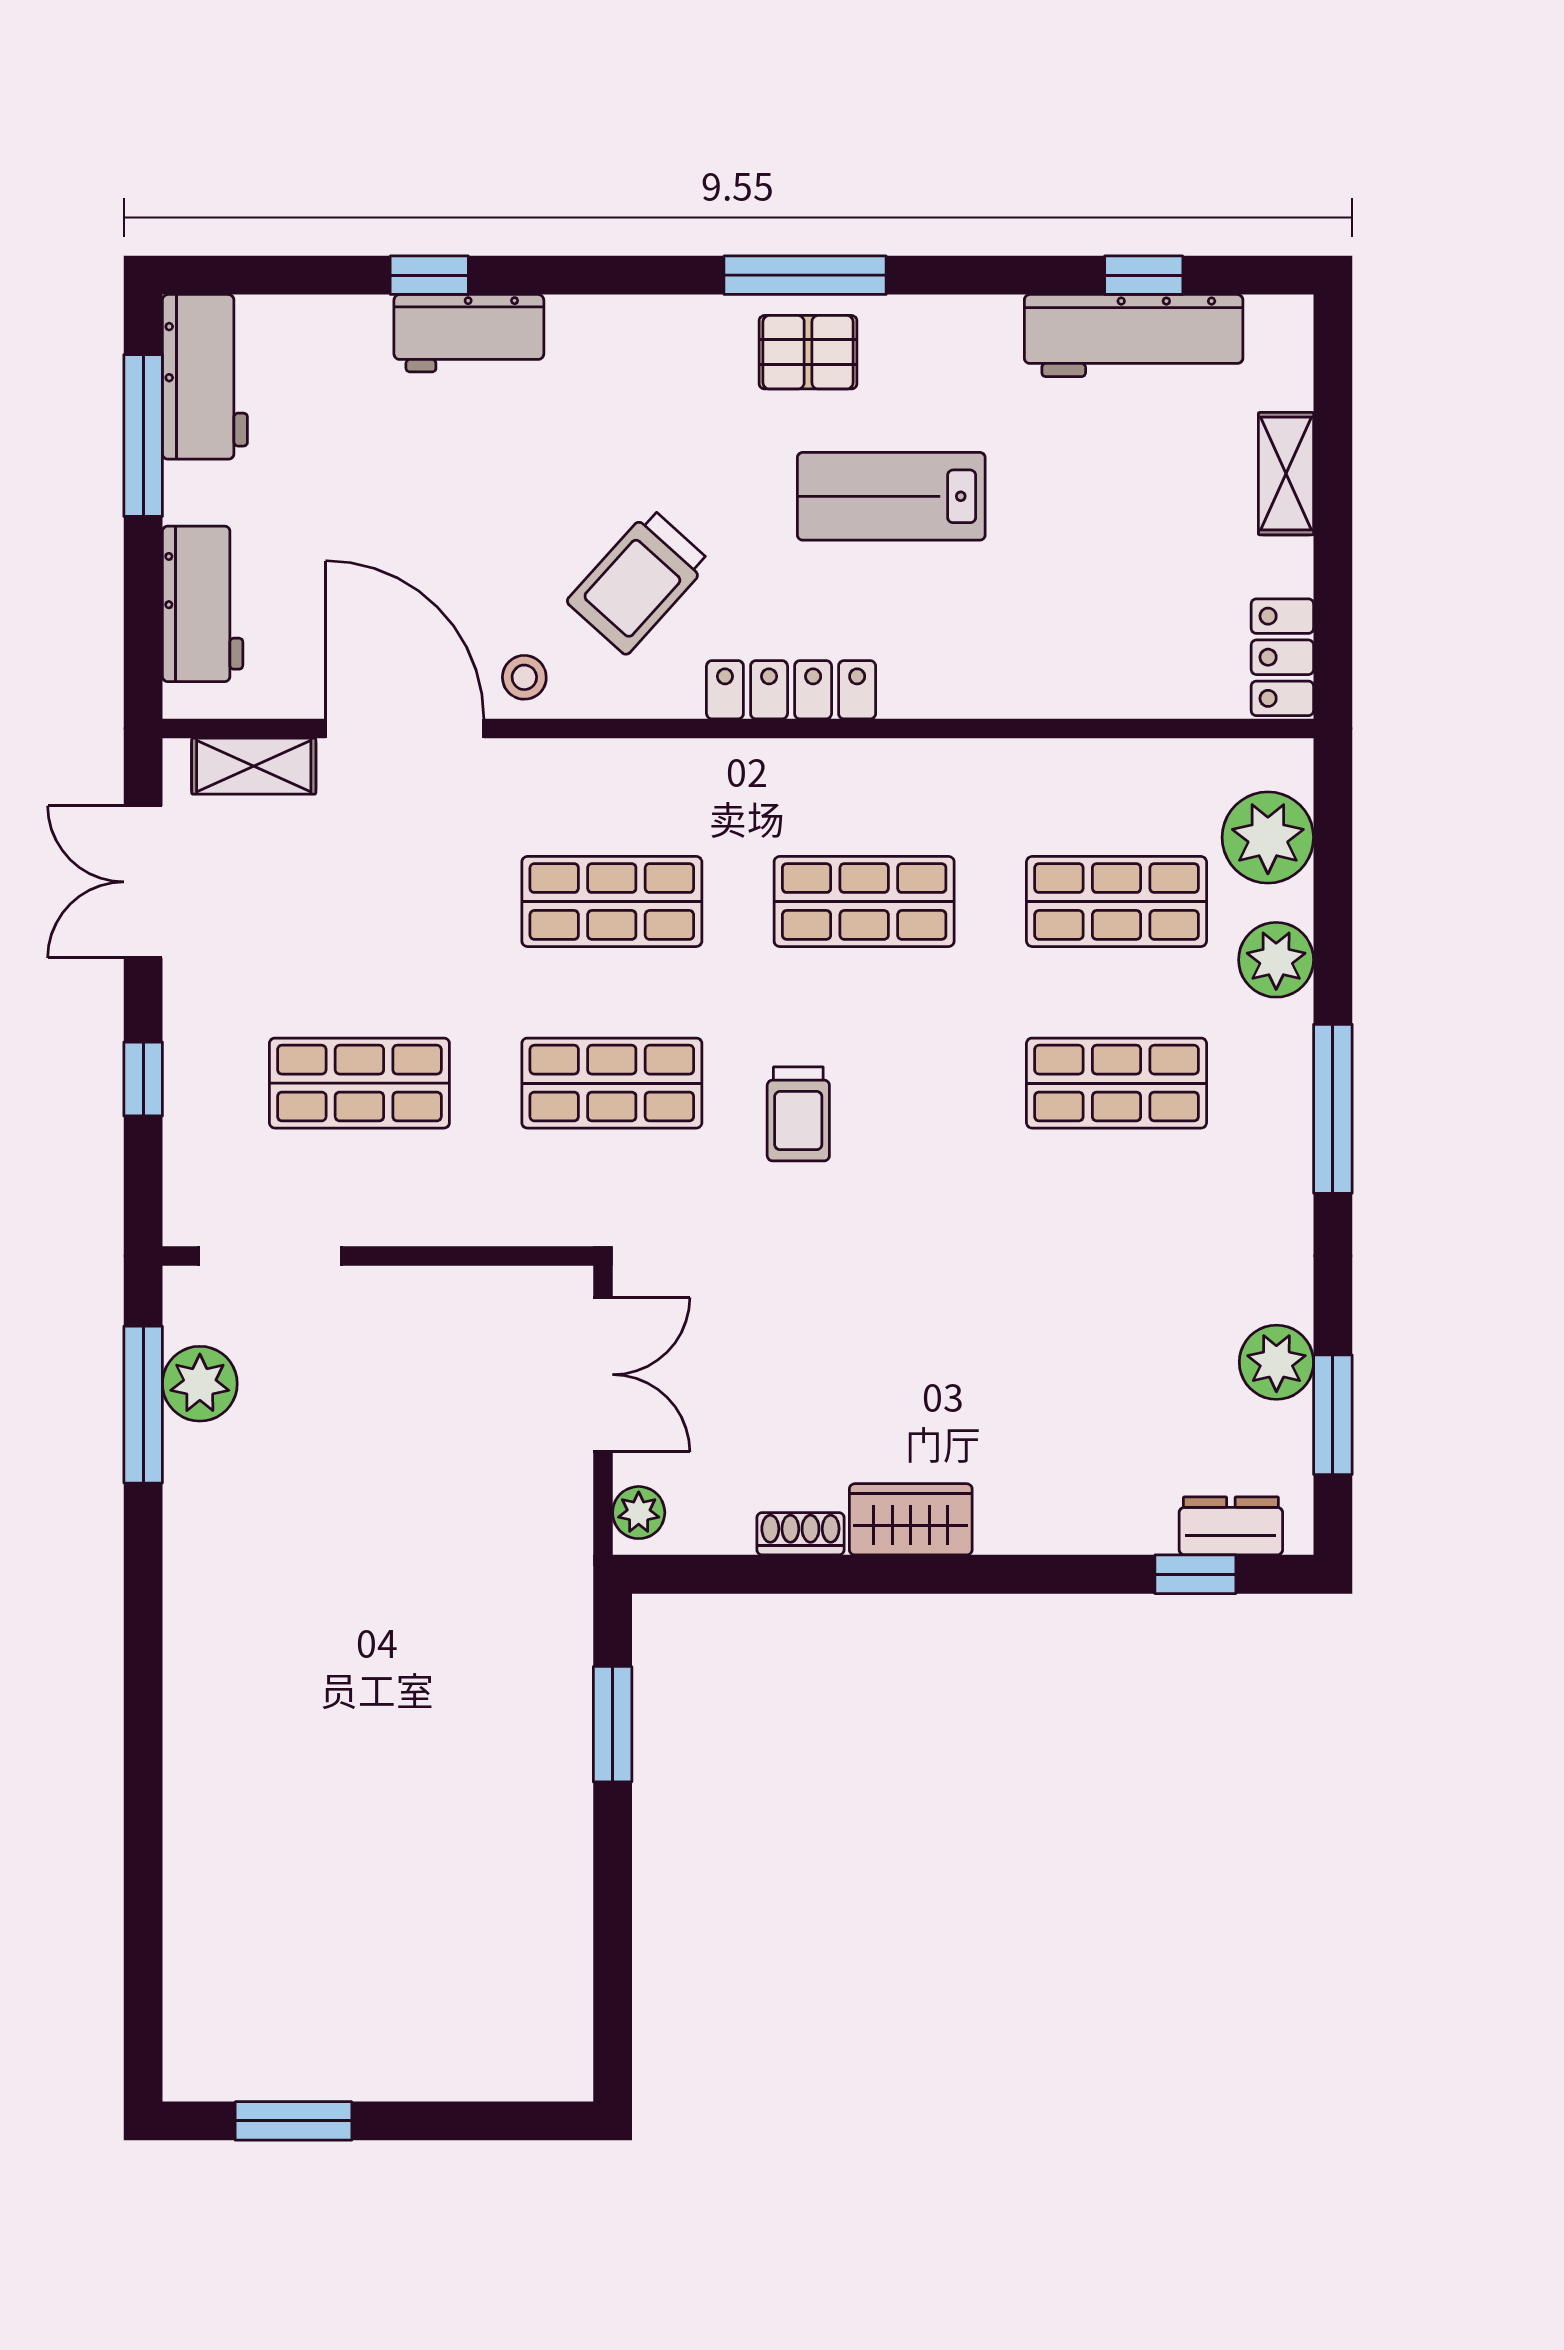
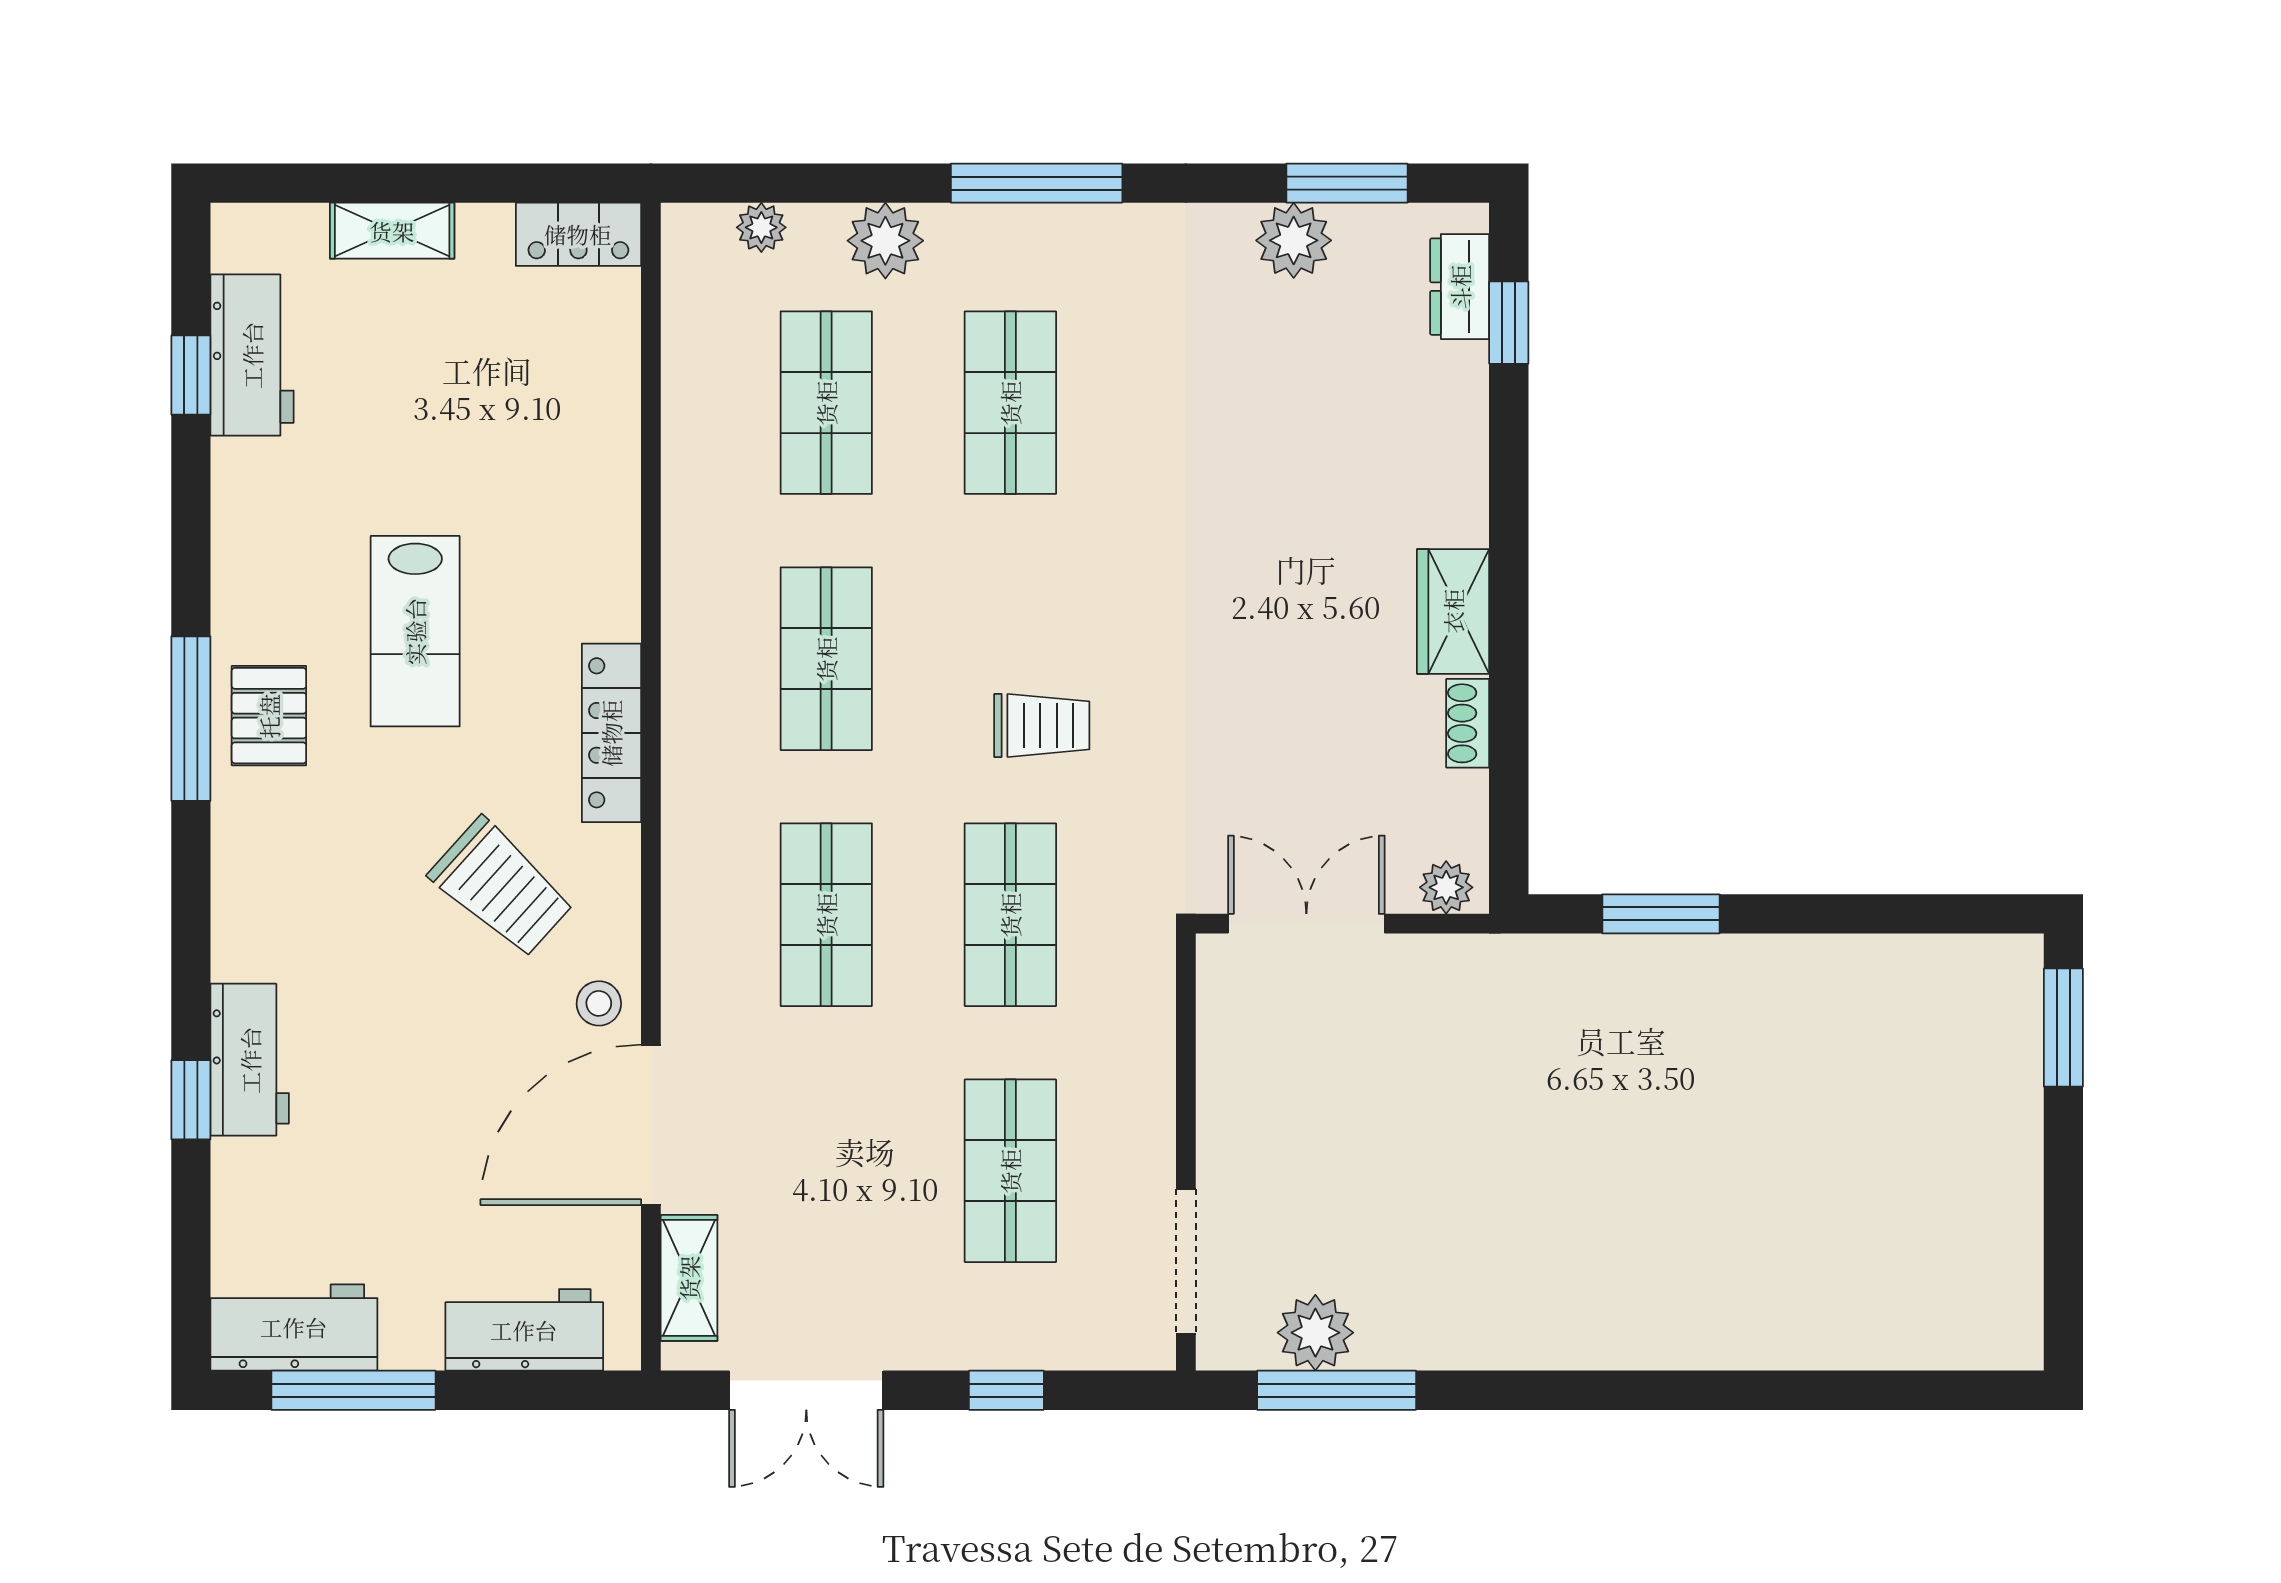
workbench: (1134, 336) -> (252, 355), width x0.73
plant: (1268, 837) -> (761, 227), width x0.53, depth x0.53
window: (293, 2121) -> (2063, 1028), moved

